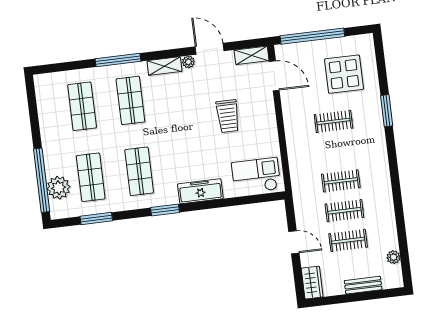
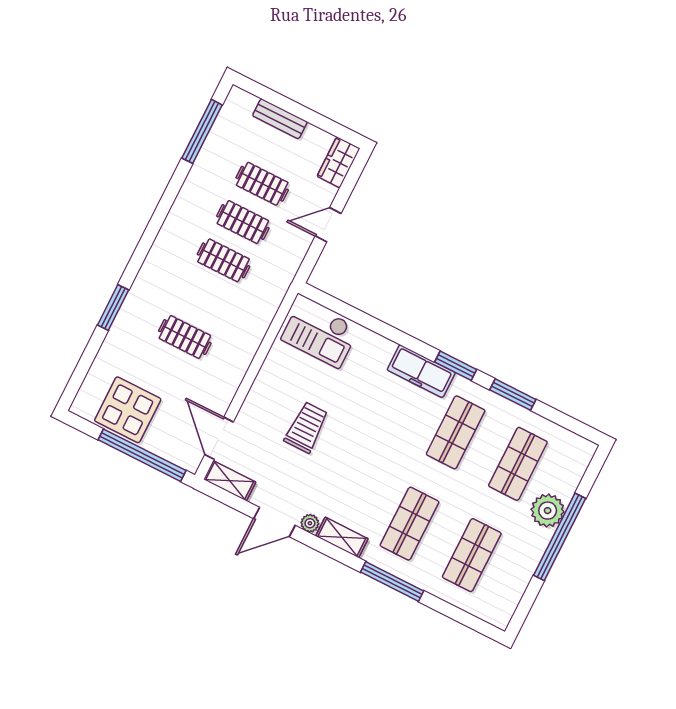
door: (210, 49) -> (274, 522), hinge flipped
display table: (344, 74) -> (128, 410), moved
window: (42, 180) -> (560, 537), moved
plant: (59, 188) -> (548, 511), moved
freezer: (200, 191) -> (421, 371), moved
window: (96, 218) -> (513, 395), moved
door: (294, 242) -> (328, 225), hinge flipped
window: (403, 247) -> (202, 131), added
plant: (393, 257) -> (222, 128), removed

